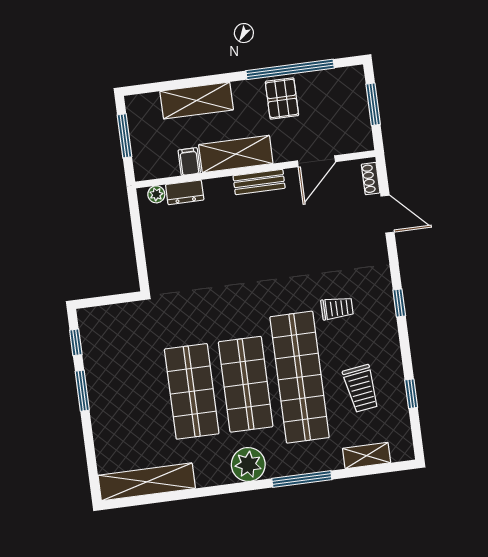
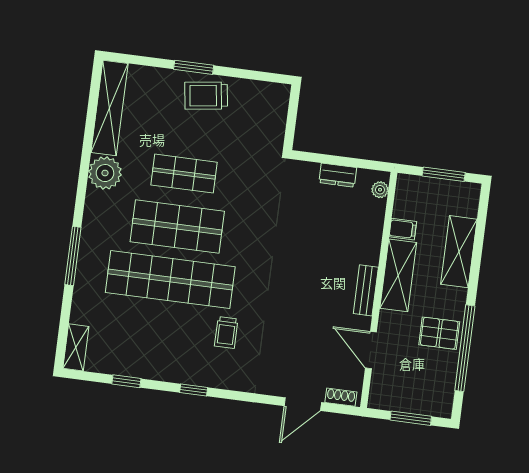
dresser: (185, 192) -> (338, 175), moved, turned -90
window: (399, 303) -> (194, 390), moved
window: (76, 342) -> (260, 76), removed
trolley: (361, 388) -> (206, 96), moved
window: (82, 391) -> (194, 67), moved
shop shelf: (192, 391) -> (184, 174), width x0.70, depth x0.74
shelving: (367, 456) -> (76, 347), moved
plant: (248, 464) -> (105, 173), moved

